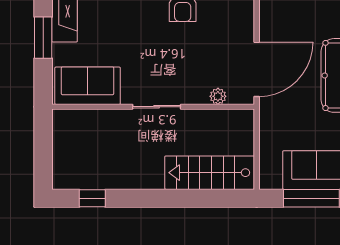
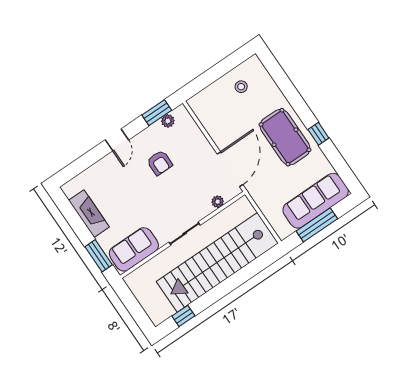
window: (43, 38) -> (99, 256), moved
stairs: (210, 173) -> (217, 262), width x1.86, depth x1.51

